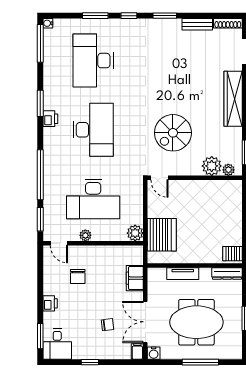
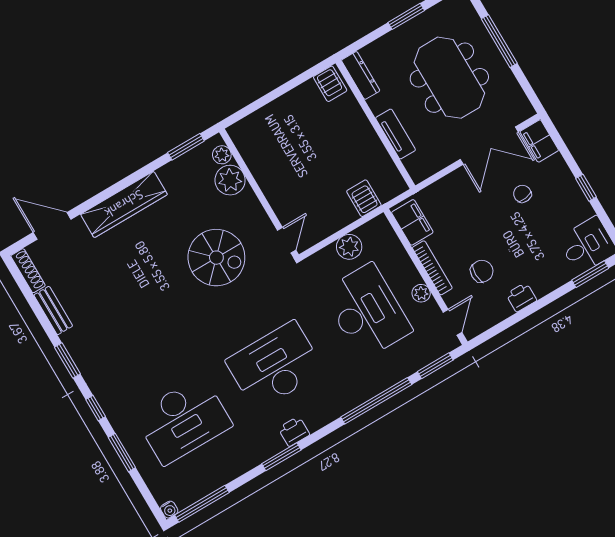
plant: (135, 233) -> (349, 247), moved
server rack: (162, 235) -> (364, 198), width x0.46, depth x0.70
bookcase: (96, 250) -> (432, 268), added
filing cabinet: (135, 278) -> (412, 222), moved, turned -90
printer: (50, 303) -> (521, 297), moved
filing cabinet: (137, 352) -> (539, 141), width x2.00
water cooler: (154, 353) -> (524, 110), removed

